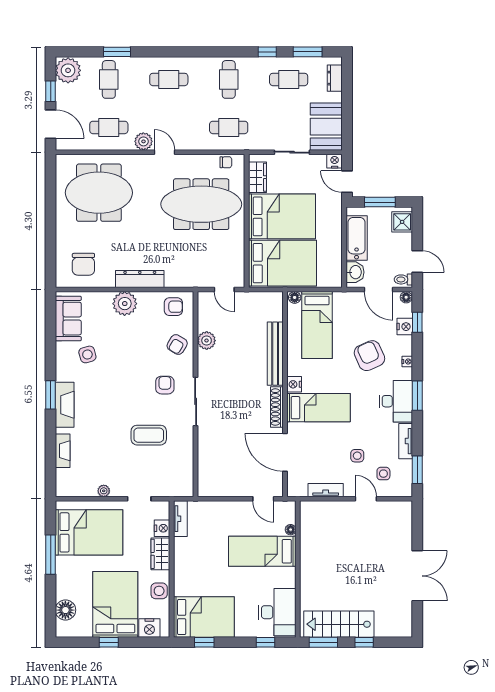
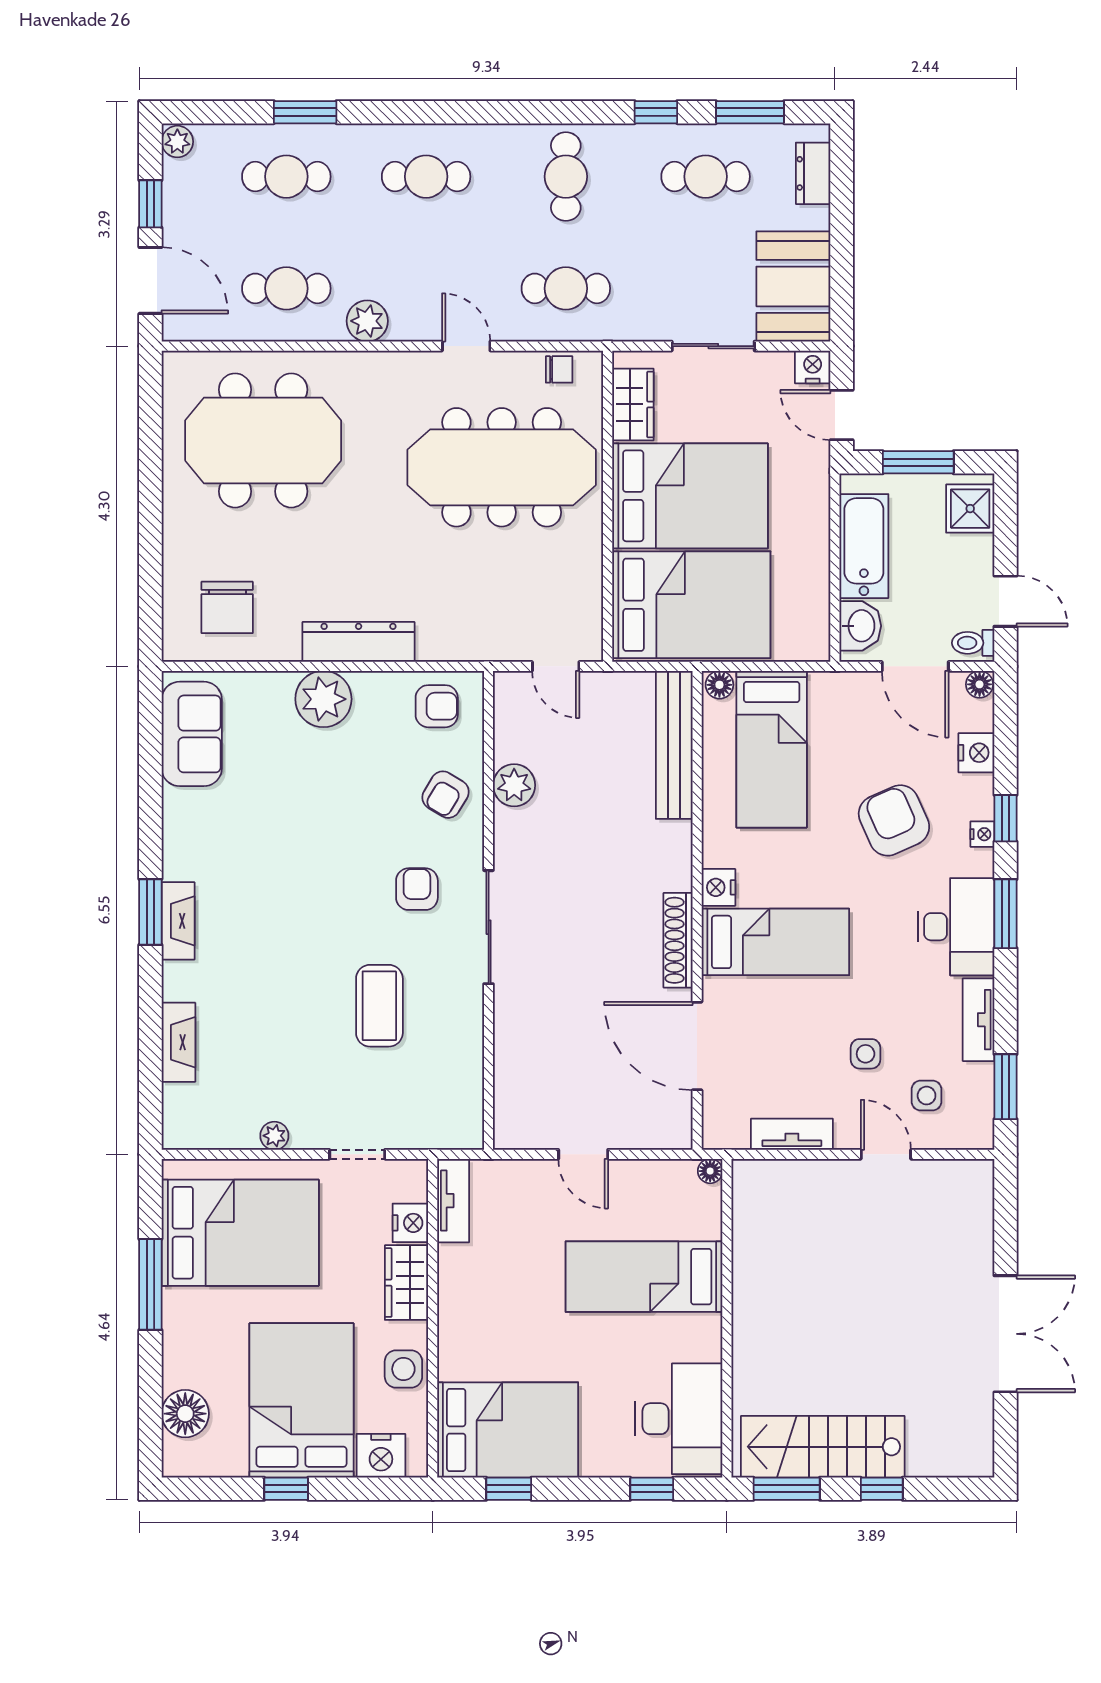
plant: (68, 70) -> (177, 142), width x0.53, depth x0.53
cafe table: (109, 79) -> (286, 177), turned 90
door: (165, 152) -> (466, 346), moved
window: (417, 322) -> (1005, 818), moved
side table: (87, 354) -> (236, 818), removed
bench: (275, 354) -> (674, 745), moved
fireplace: (65, 405) -> (178, 921), width x0.73, depth x0.76
coffee table: (149, 435) -> (379, 1006), turned 90
door: (263, 499) -> (583, 1154), moved
floor lamp: (291, 530) -> (710, 1171), moved

